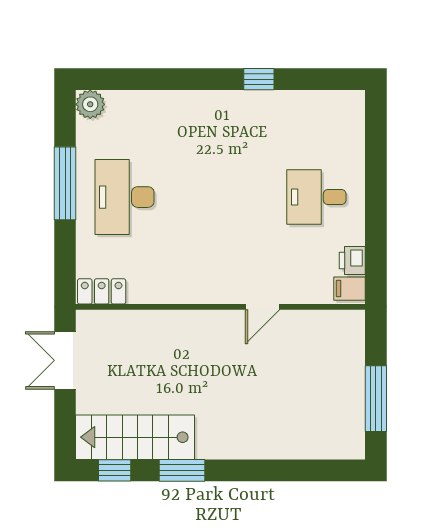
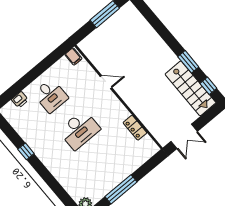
desk: (124, 197) -> (79, 130), moved
printer: (352, 261) -> (20, 100), moved
locker: (102, 291) -> (135, 128), moved

